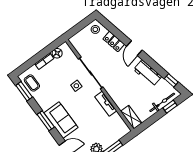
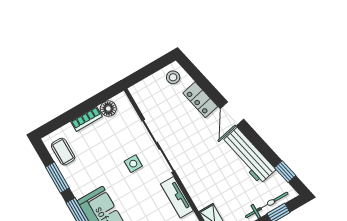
workbench: (147, 73) -> (249, 156), width x1.38
window: (24, 91) -> (57, 178), moved

